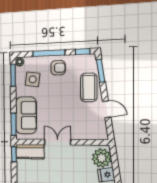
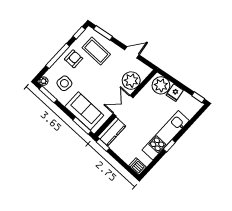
coffee table: (89, 87) -> (96, 51), moved
plant: (83, 130) -> (131, 81), added

